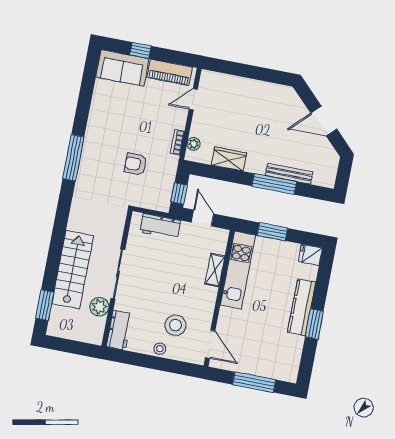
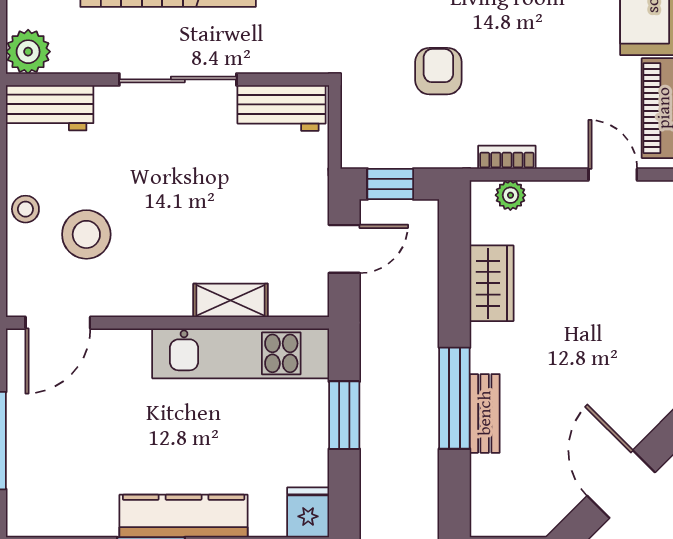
bench: (289, 174) -> (485, 413), width x0.73
workbench: (160, 226) -> (282, 108), moved, turned -90
plant: (99, 307) -> (28, 52), moved

